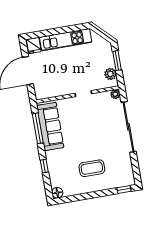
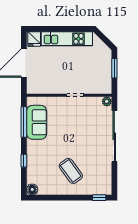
plant: (110, 74) -> (105, 80), removed
sofa: (50, 126) -> (37, 122), width x0.73
coffee table: (92, 168) -> (71, 171), turned 54

